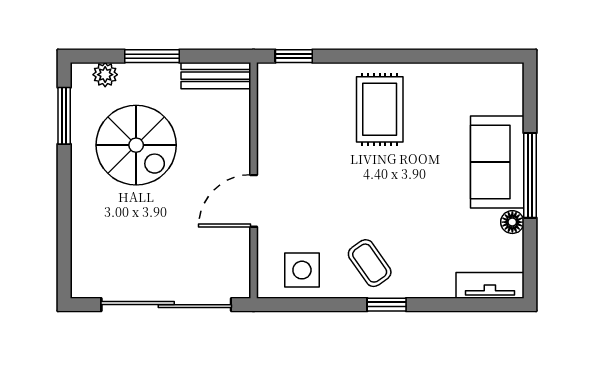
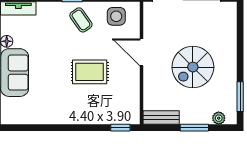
rug: (380, 109) -> (90, 72), moved, turned 90
spiral stairs: (136, 145) -> (193, 67), moved, turned -90
door: (254, 201) -> (141, 52), swing flipped

